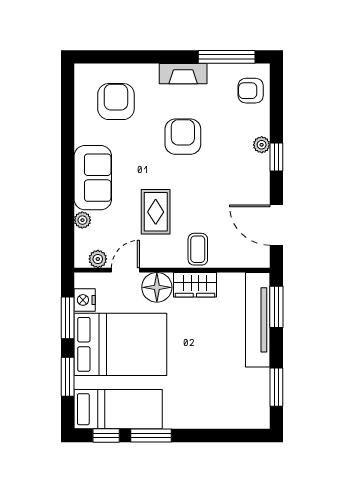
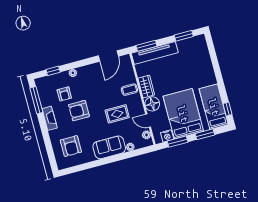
armchair: (251, 91) -> (64, 94), moved
armchair: (116, 102) -> (71, 146), turned -90
window: (276, 157) -> (53, 71), moved
window: (151, 436) -> (222, 88), removed

